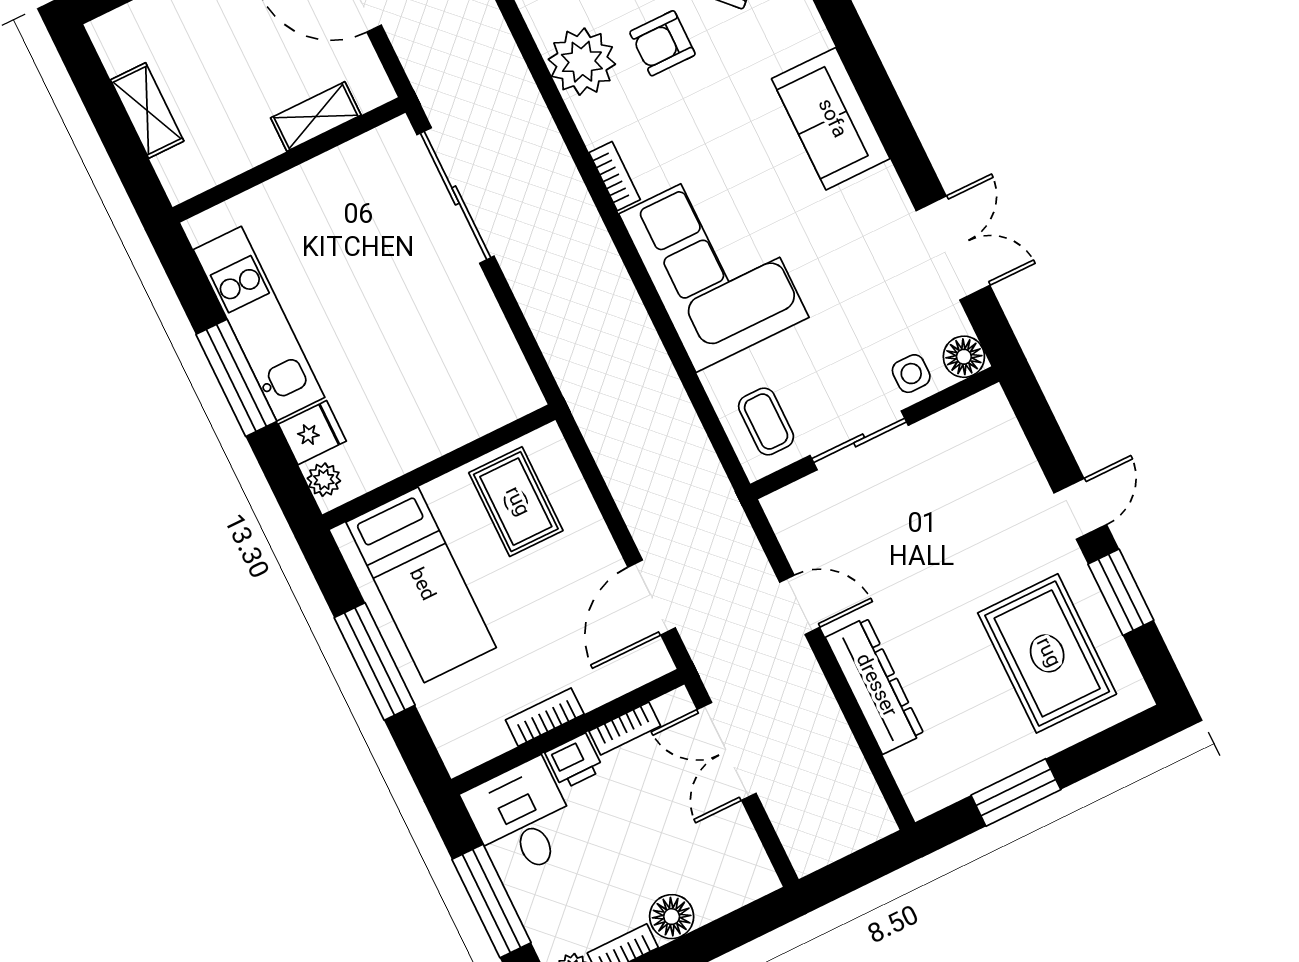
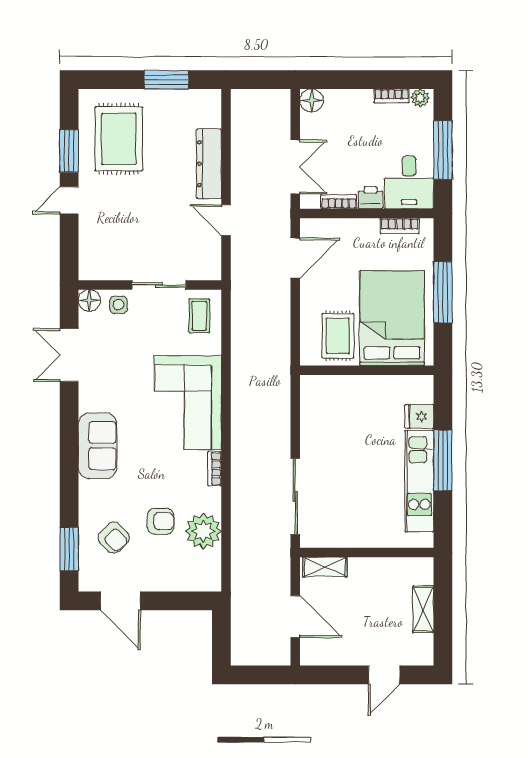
shelving: (316, 116) -> (325, 567), moved
plant: (324, 480) -> (425, 391), removed
bed: (421, 585) -> (392, 318), width x1.50
bookcase: (545, 717) -> (400, 226), moved
floor lamp: (672, 917) -> (312, 101), moved

